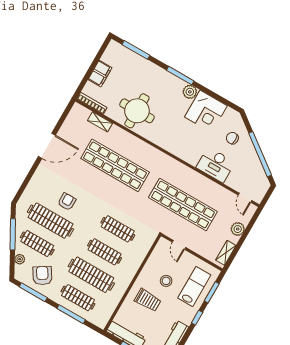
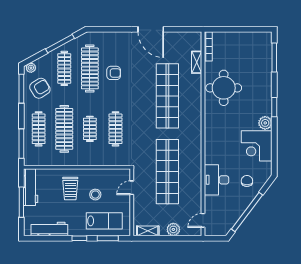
filing cabinet: (100, 74) -> (237, 39), removed
window: (180, 76) -> (274, 107), width x0.69
clothes rail: (104, 252) -> (90, 129), width x0.73
plant: (20, 259) -> (31, 68), moved
window: (71, 314) -> (21, 144), moved

